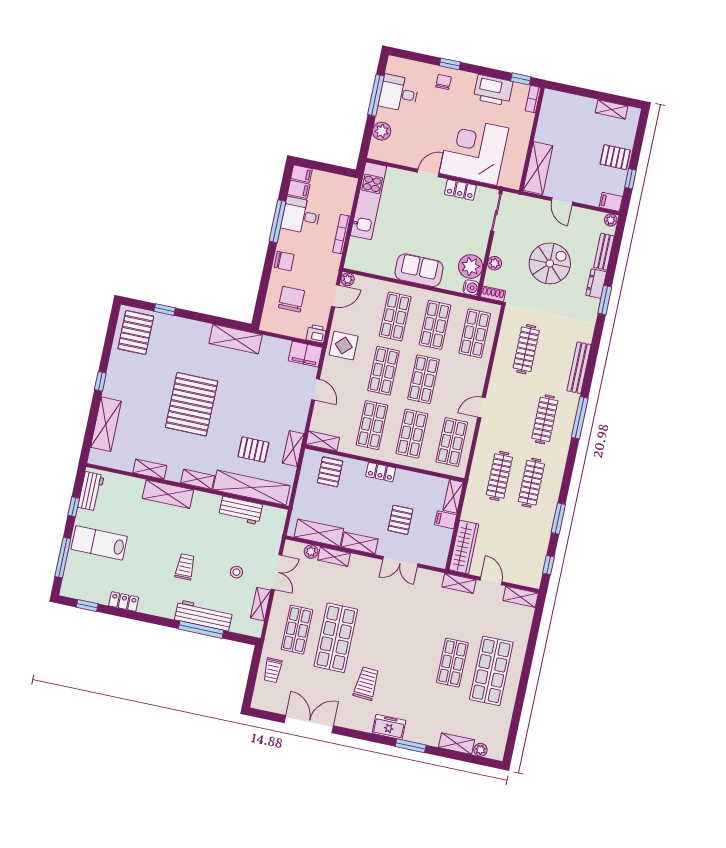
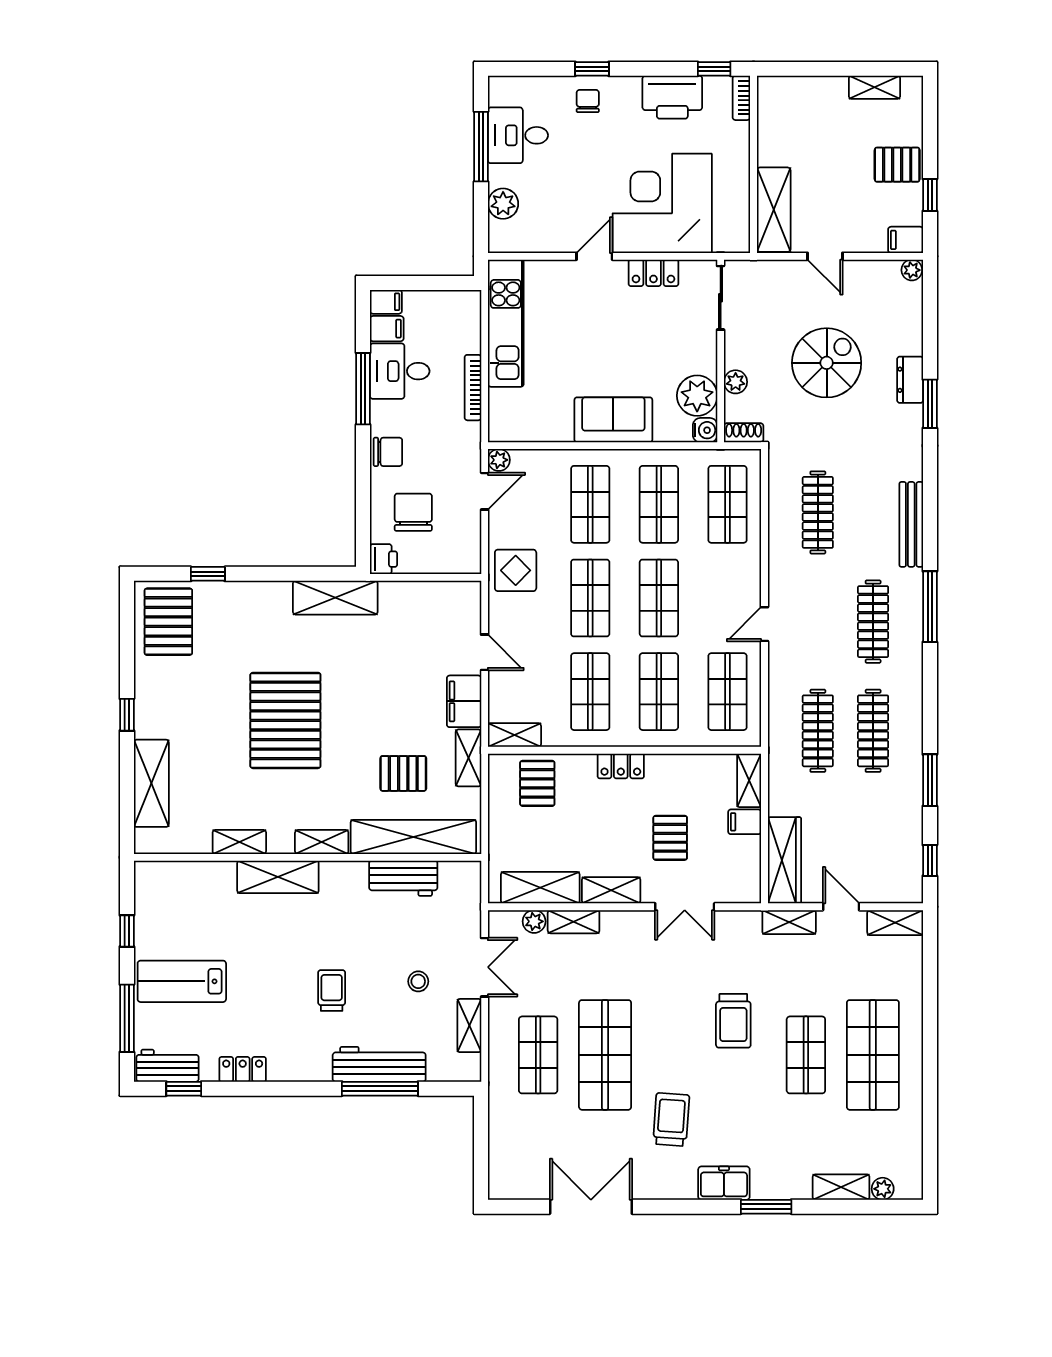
bench: (604, 252) -> (912, 324), removed
printer: (316, 334) -> (384, 559), moved, turned 90
filing cabinet: (305, 354) -> (464, 701), moved, turned 90
workbench: (91, 491) -> (168, 1066), moved, turned -90
trolley: (273, 670) -> (733, 1021), moved, width x1.36, depth x1.39

